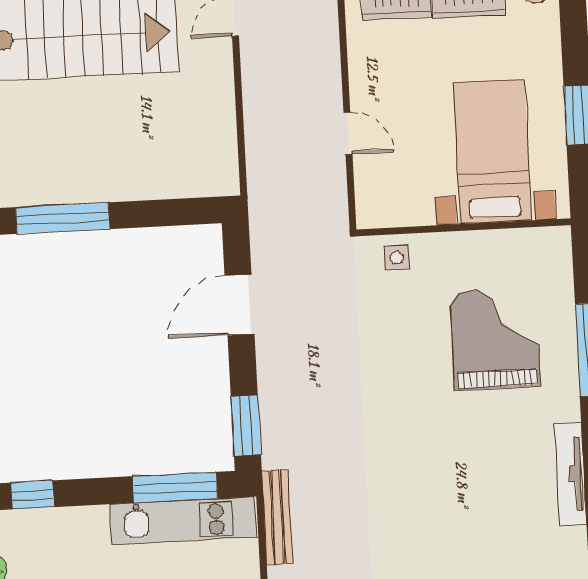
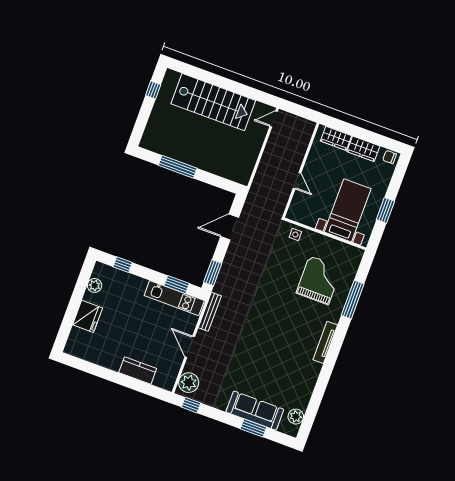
window: (175, 487) -> (177, 284), width x0.69

